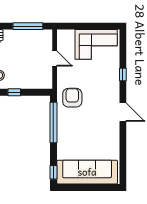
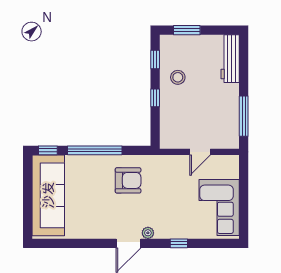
armchair: (72, 98) -> (128, 180), moved
plant: (115, 98) -> (148, 233), added
window: (53, 122) -> (95, 150), moved

